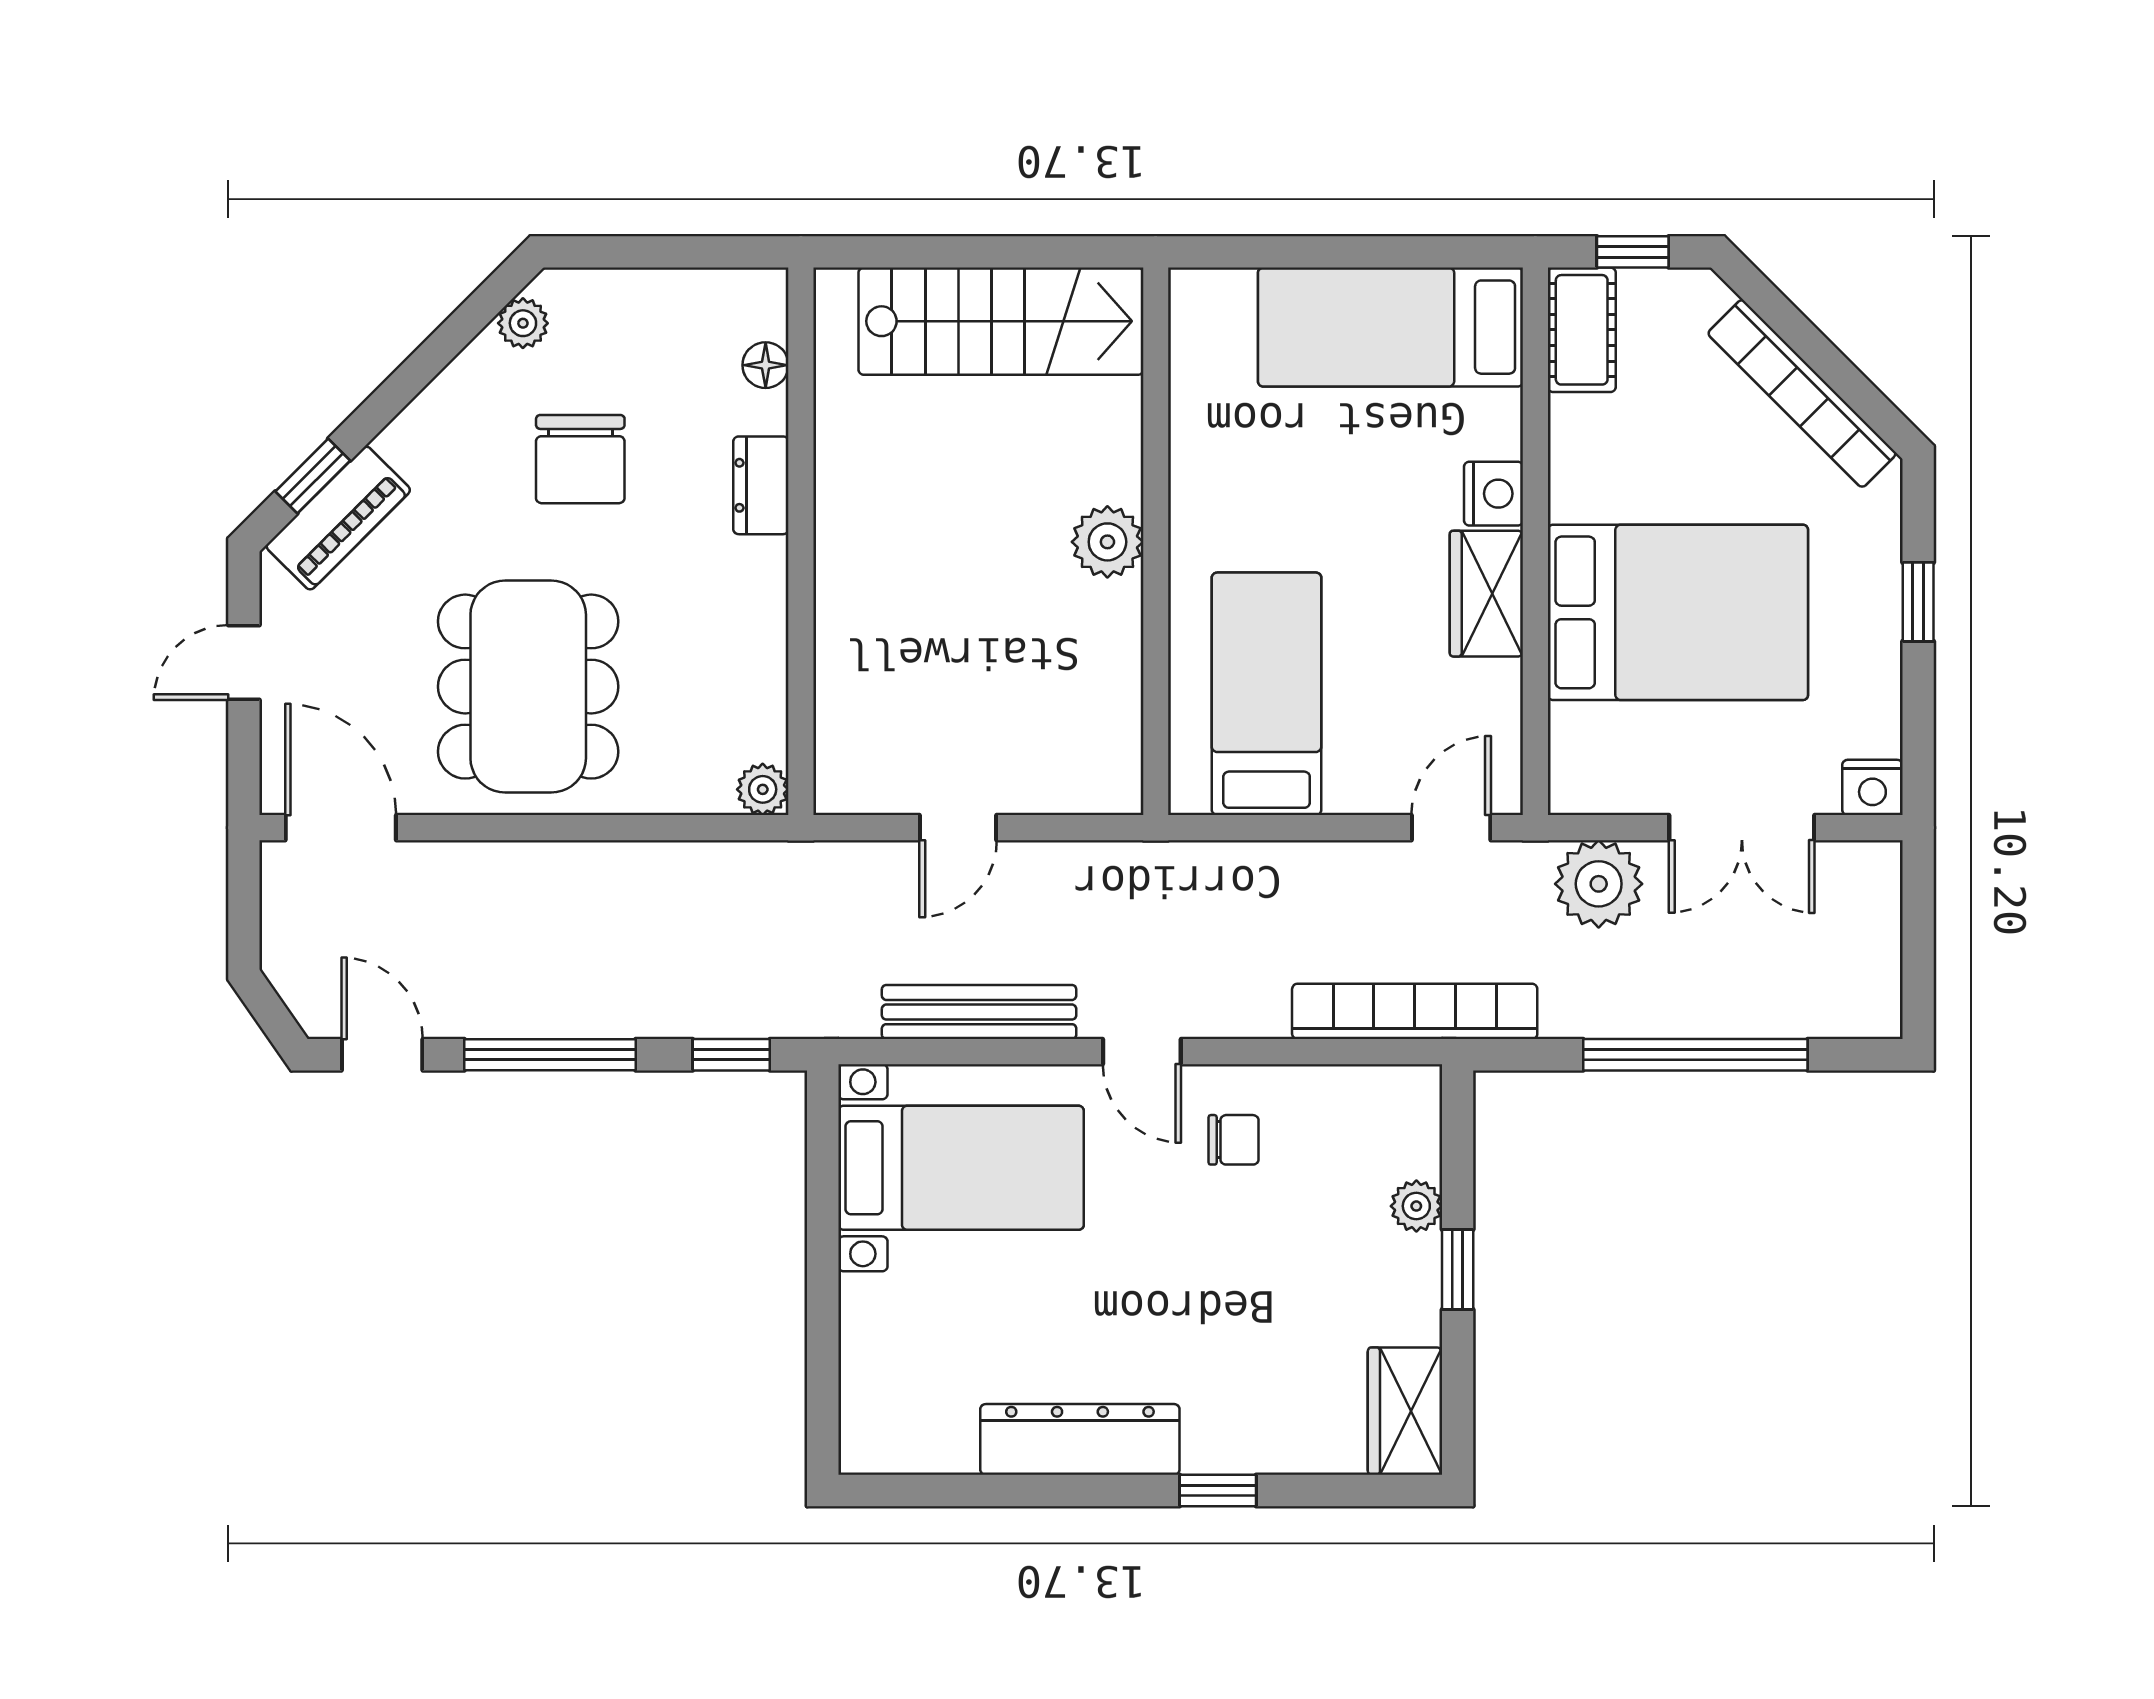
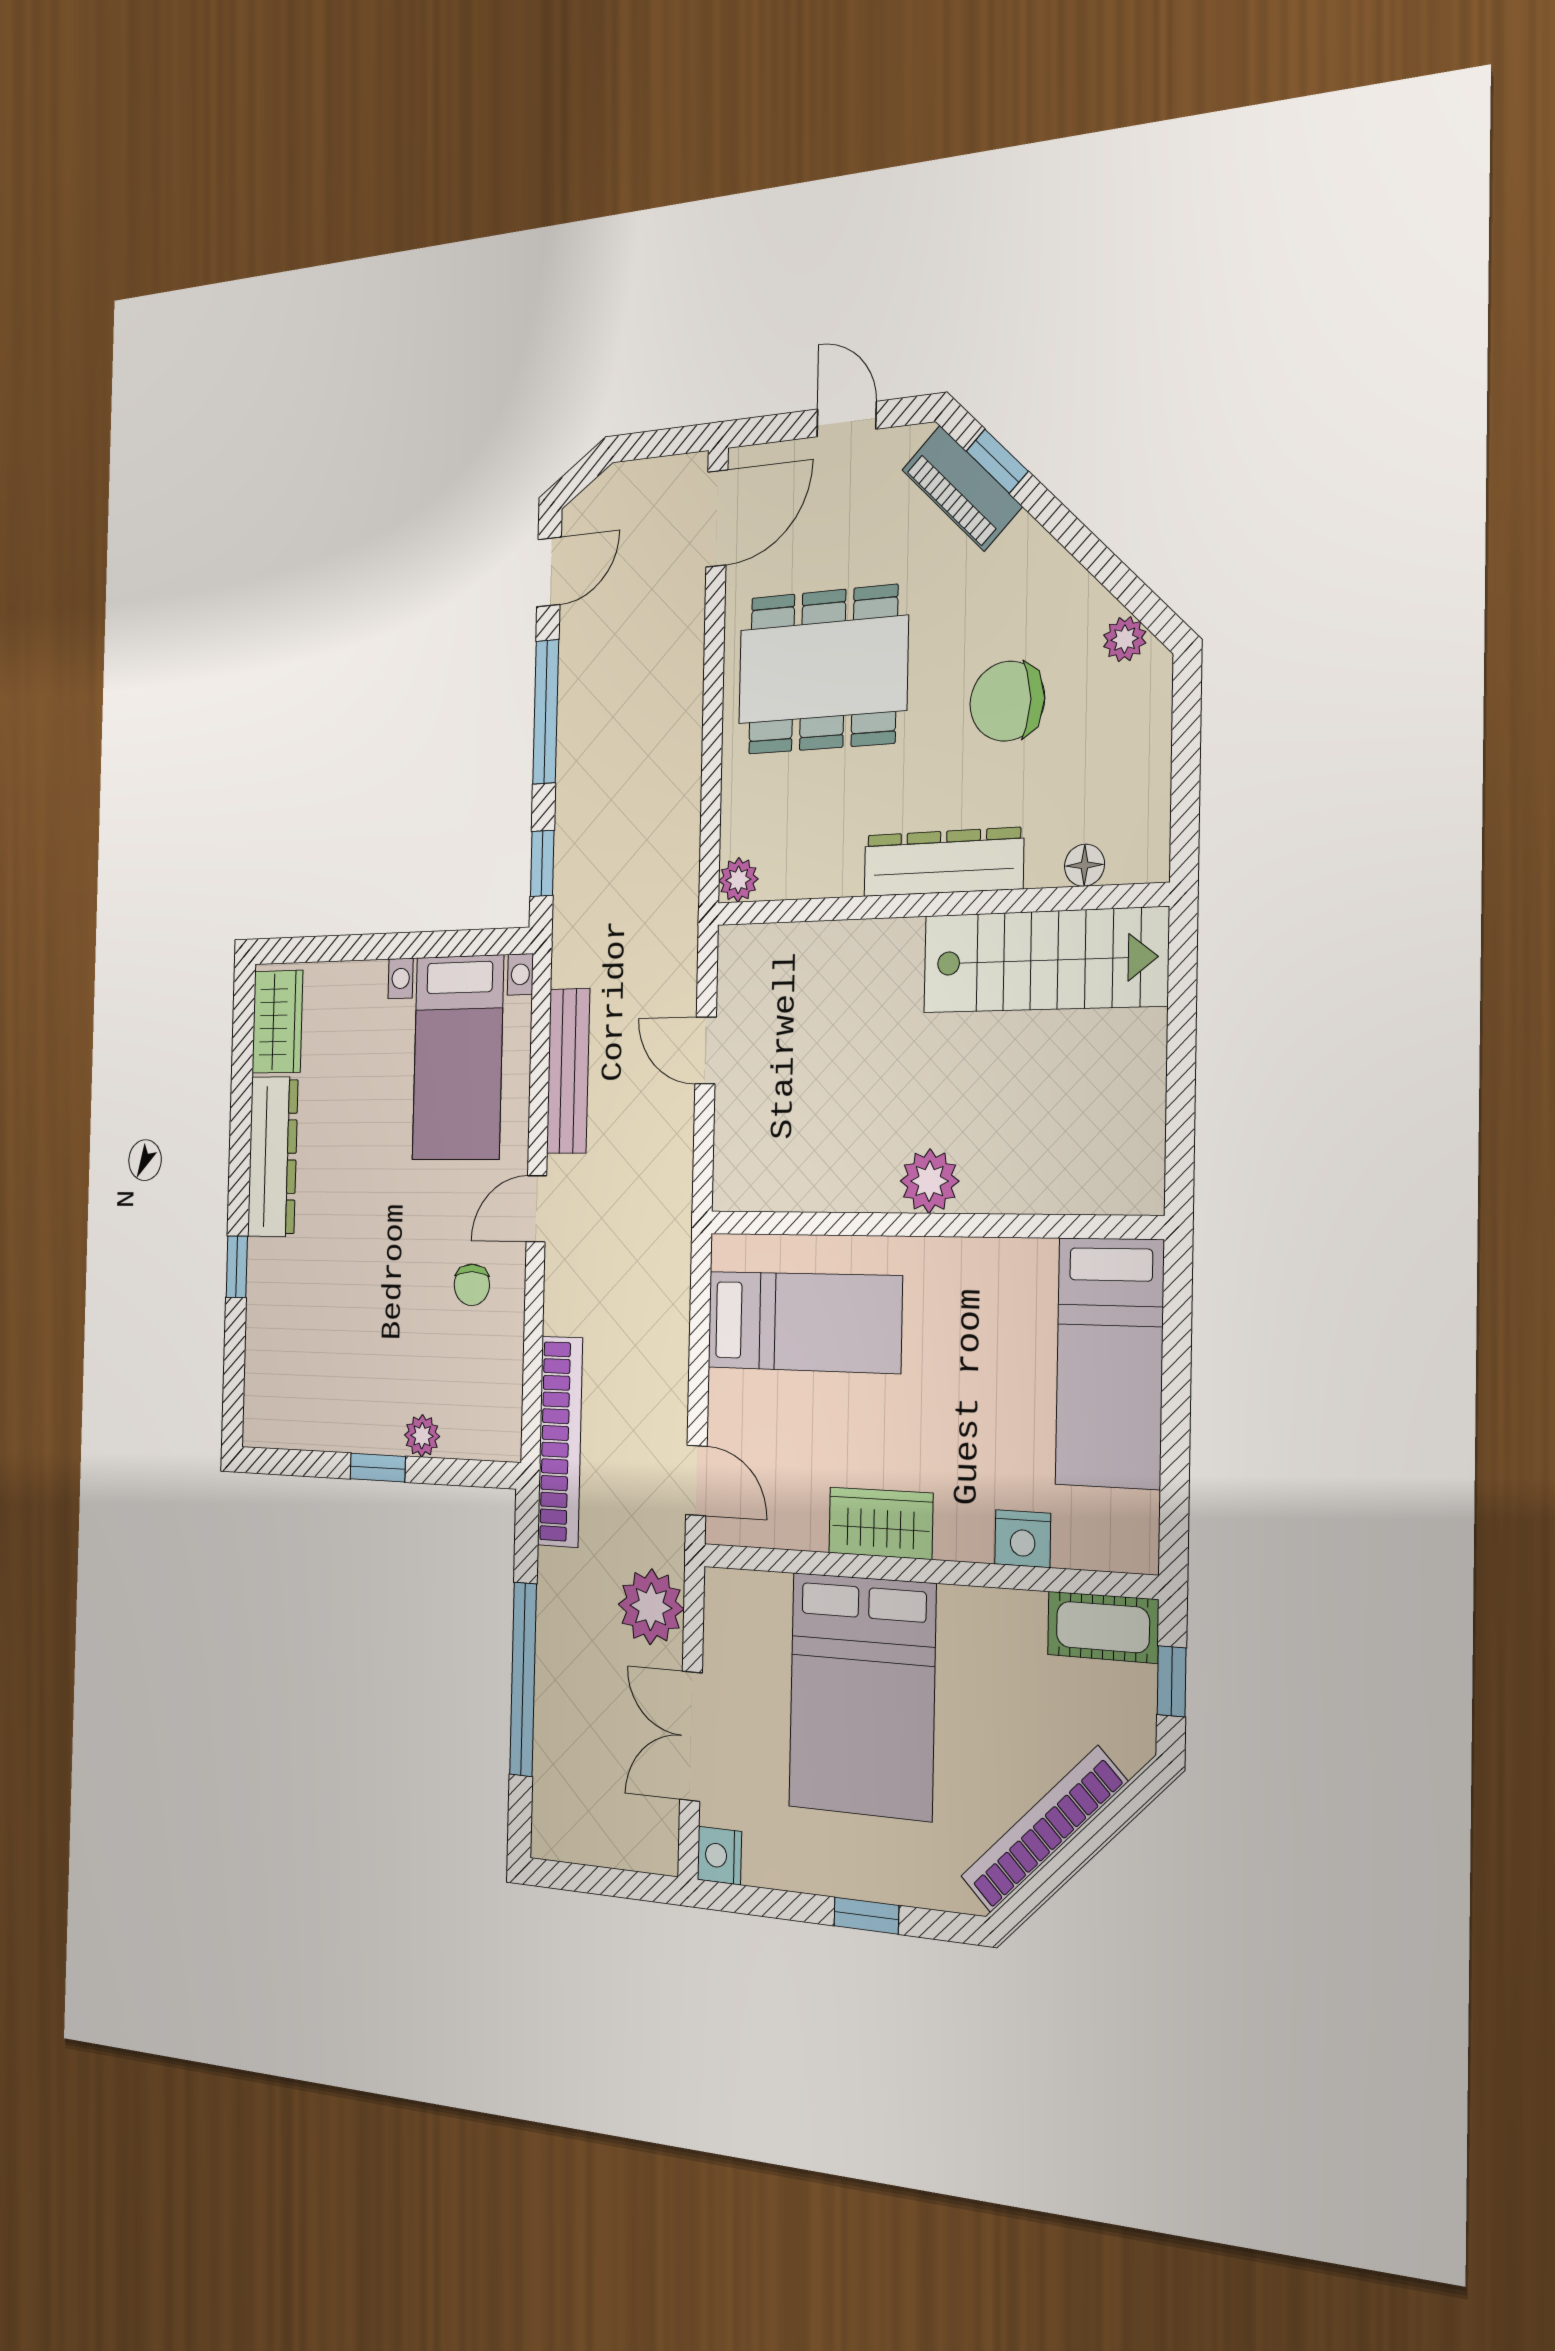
stairs: (1001, 321) -> (1044, 960), moved, turned -90
bed: (1390, 327) -> (1110, 1363), moved, turned 180
dresser: (761, 485) -> (943, 862), width x1.96, depth x1.24
nightstand: (1493, 494) -> (1023, 1539), moved
wardrobe: (1405, 1411) -> (277, 1022), moved, turned 90

